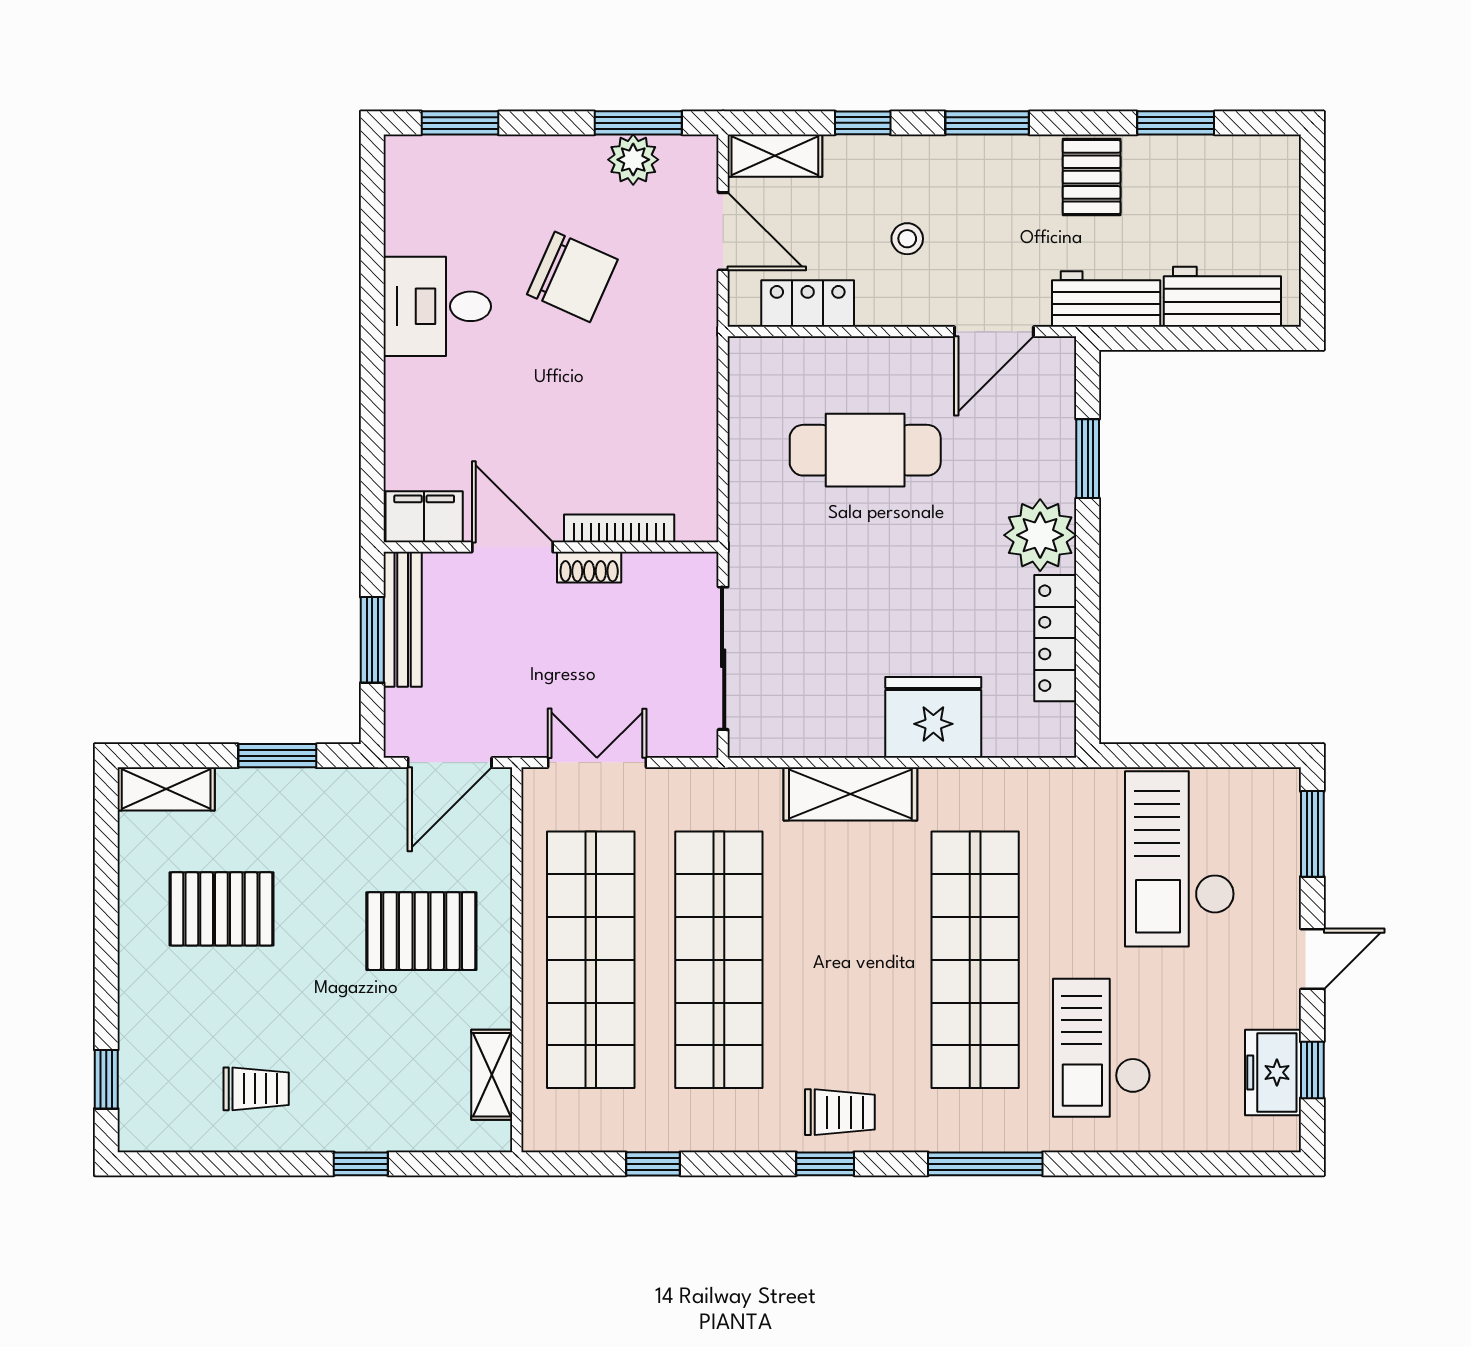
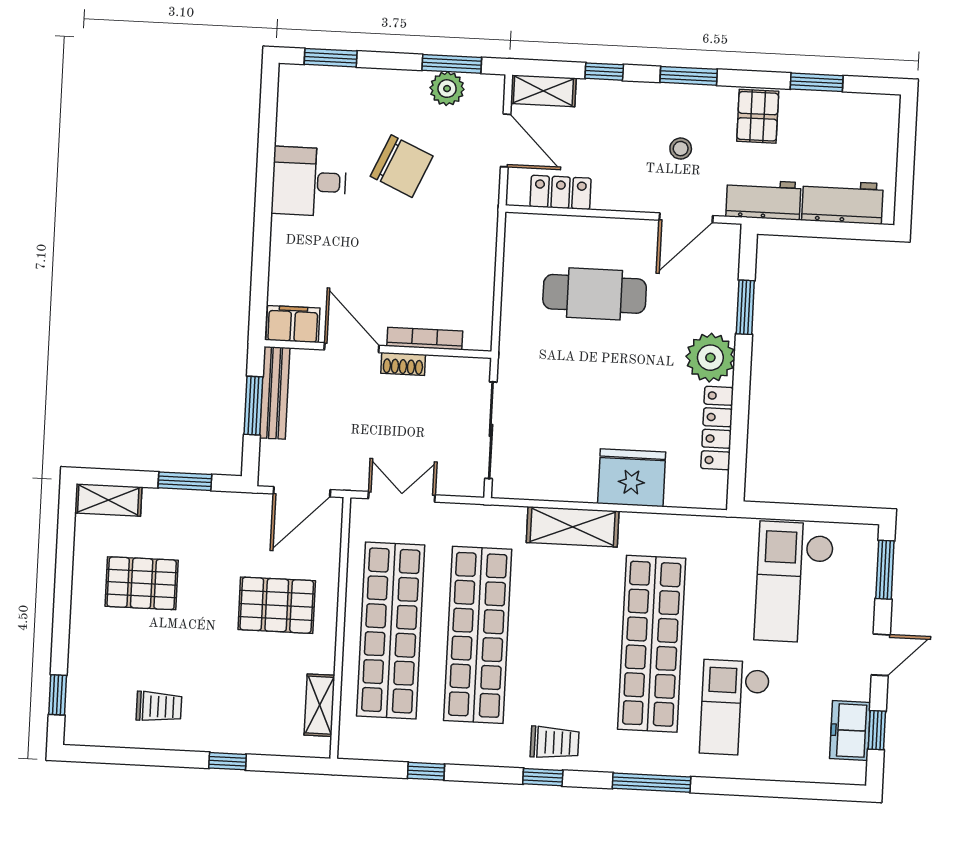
stool: (907, 239) -> (681, 149), moved

